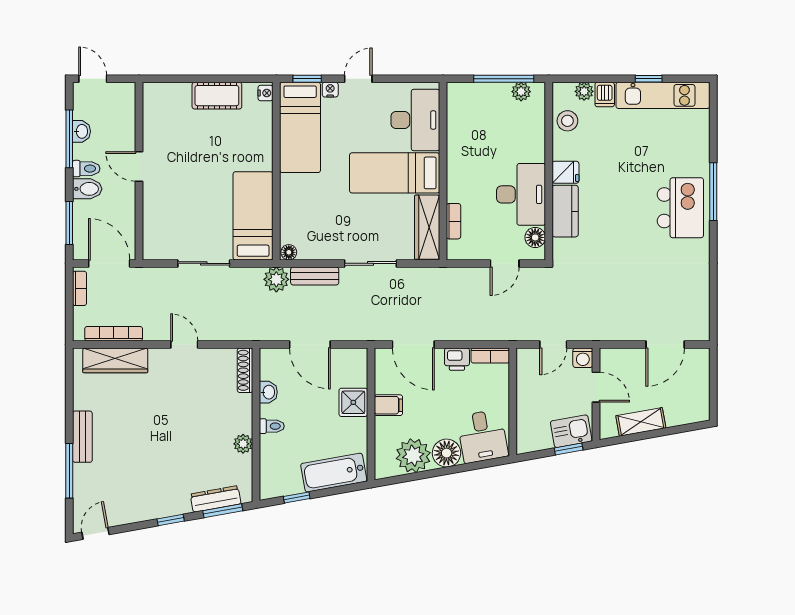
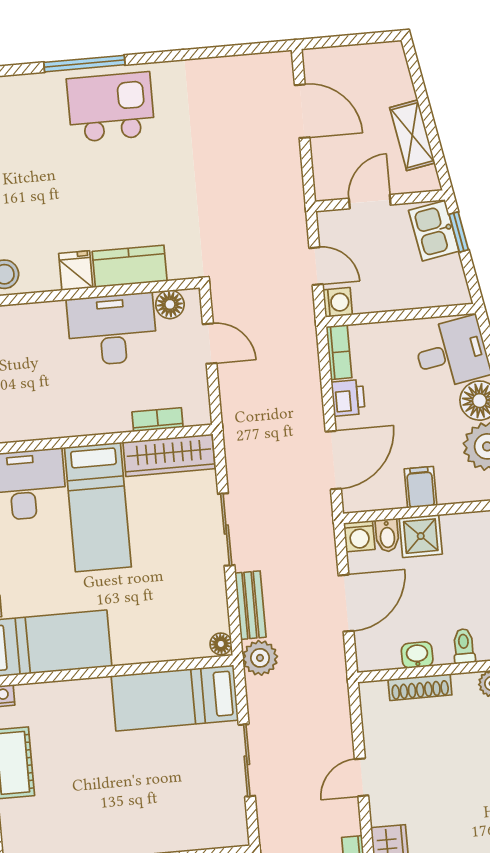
washing machine: (357, 358) -> (359, 536), added
washing machine: (583, 358) -> (338, 302), moved
shoe rack: (245, 370) -> (420, 687), moved
bidet: (356, 378) -> (387, 535), added

